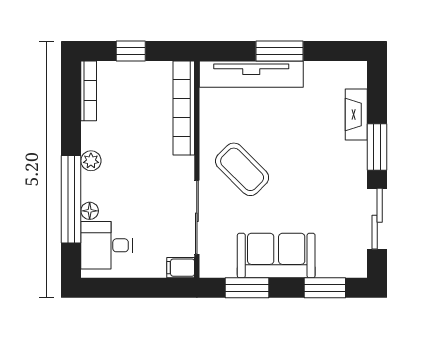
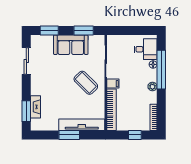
window: (377, 147) -> (26, 111), moved
filing cabinet: (181, 268) -> (113, 84), moved

